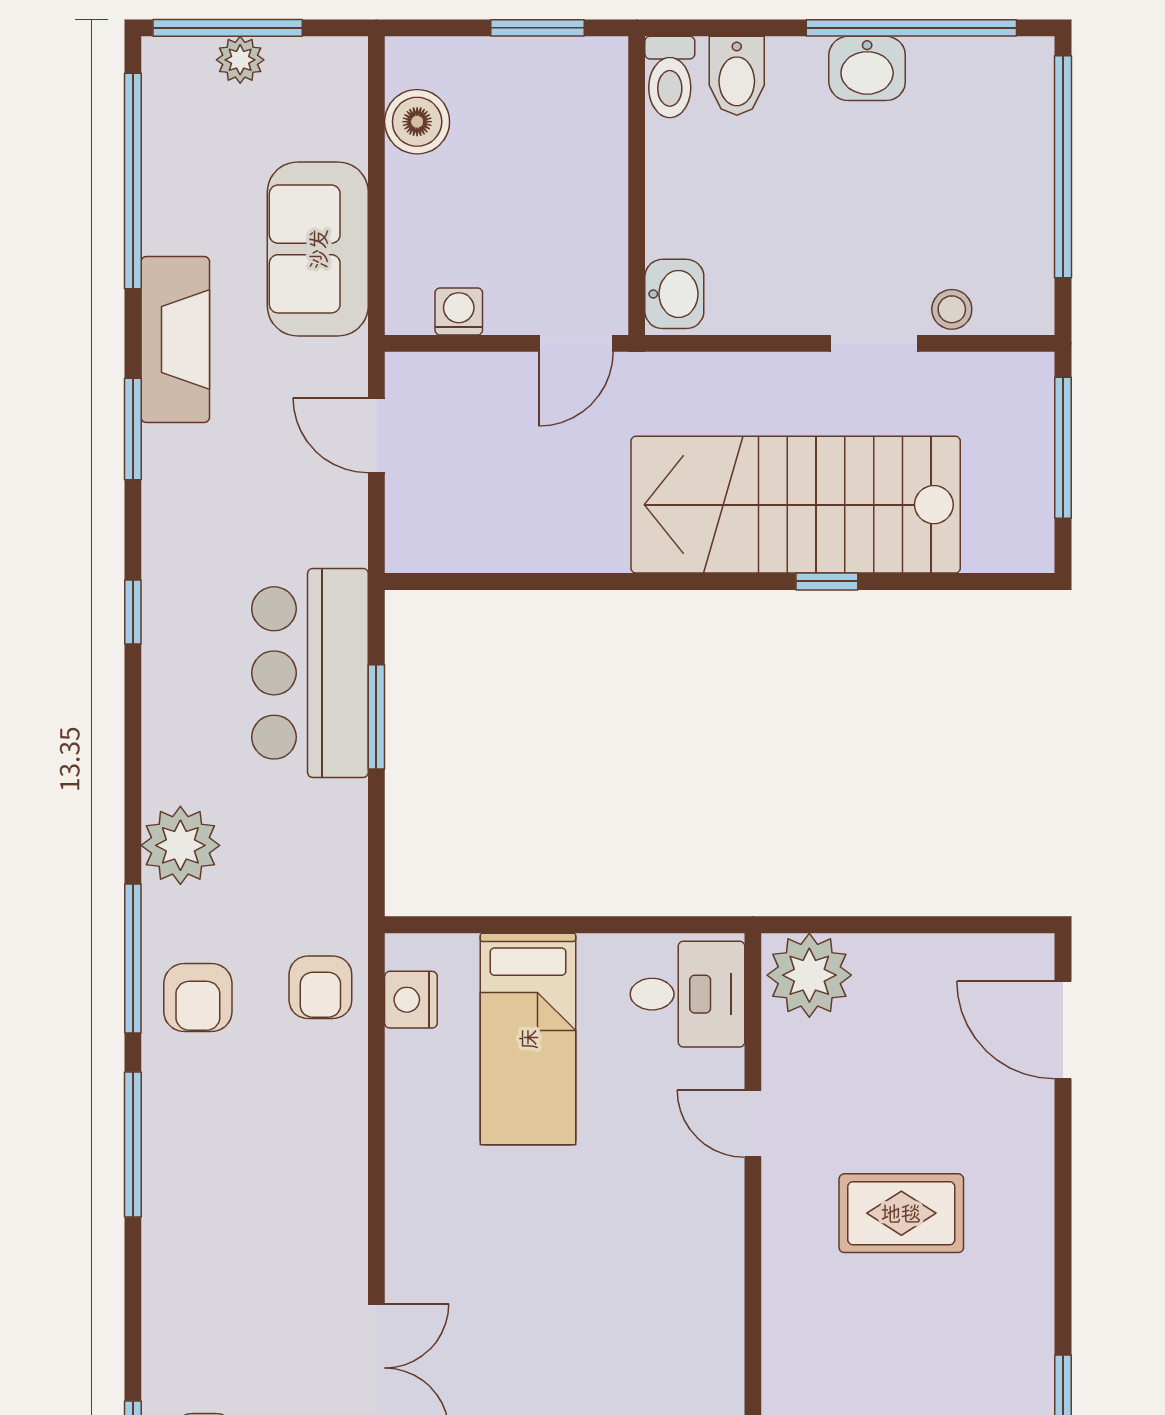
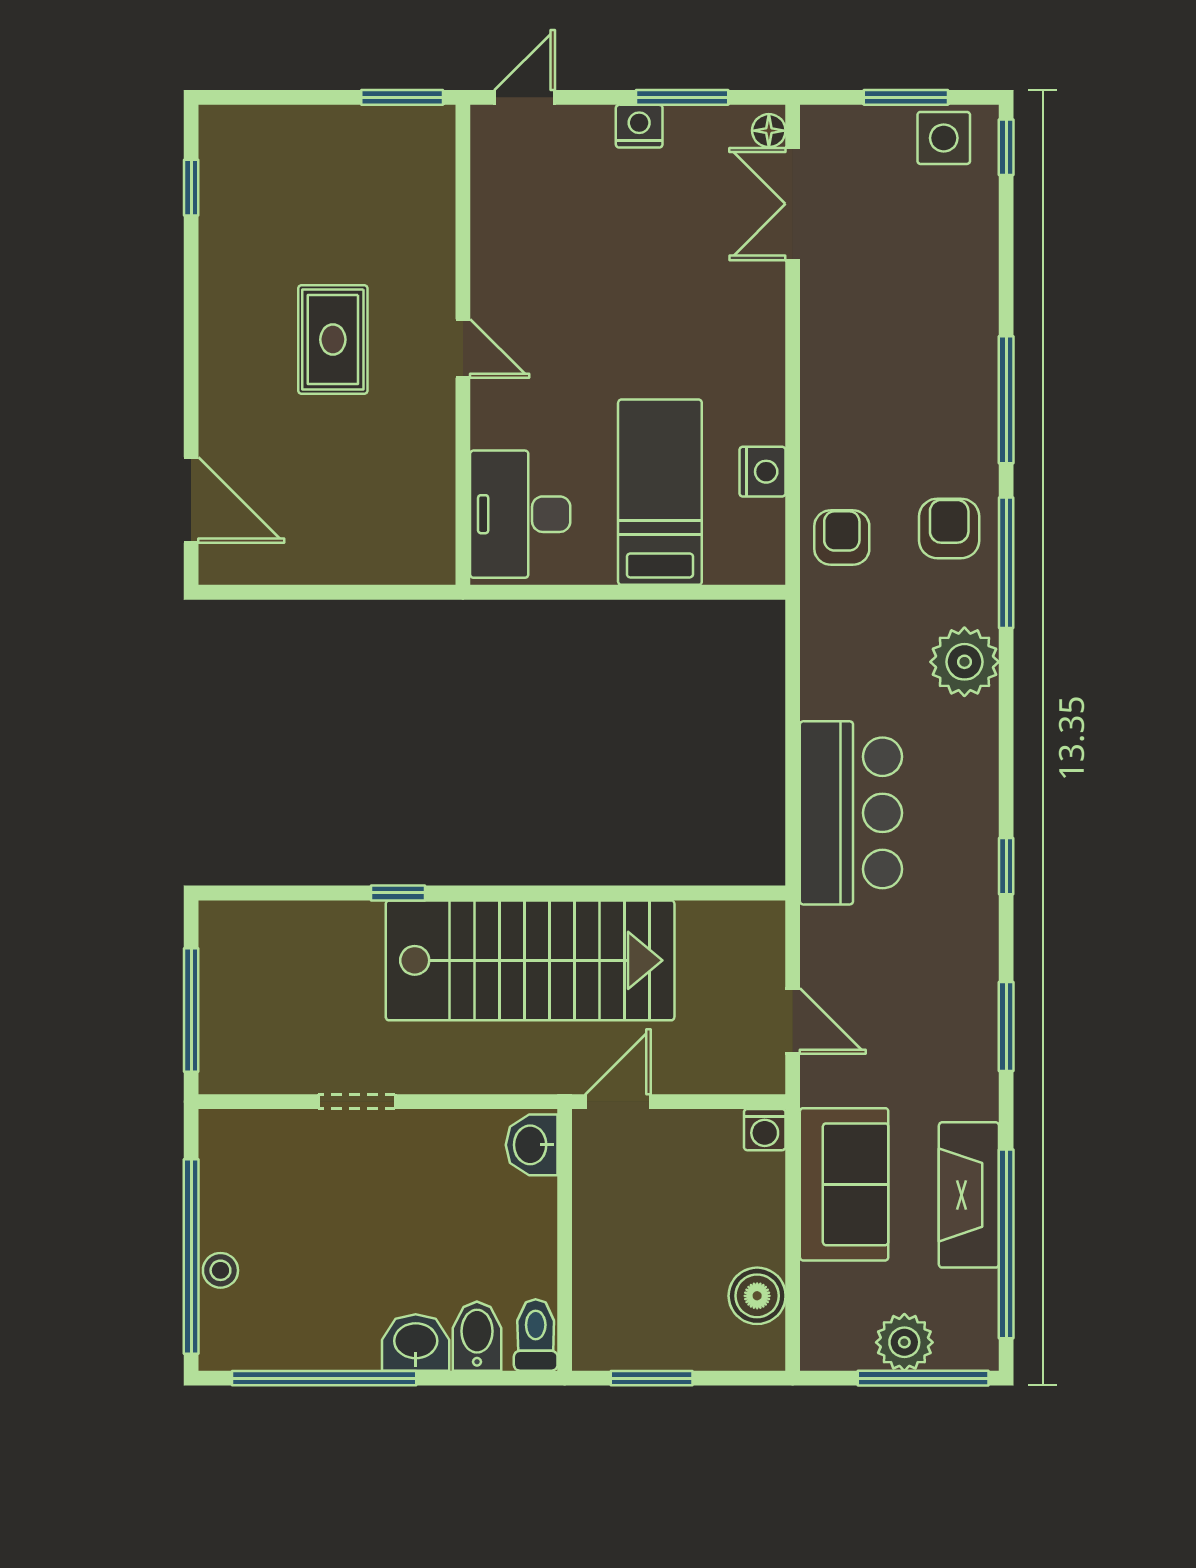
plant: (240, 60) -> (904, 1342), width x1.38, depth x1.38
washbasin: (867, 68) -> (416, 1342), moved
stool: (952, 309) -> (220, 1270), moved
washing machine: (459, 311) -> (765, 1130), moved
fireplace: (175, 340) -> (969, 1195), moved
stairs: (796, 505) -> (530, 960), moved
window: (376, 717) -> (793, 774), removed
plant: (809, 975) -> (413, 548), removed
desk: (687, 994) -> (520, 514), width x1.37
nightstand: (411, 1000) -> (762, 472), moved
door: (753, 1124) -> (463, 348), moved
rug: (901, 1213) -> (333, 340), turned 90

